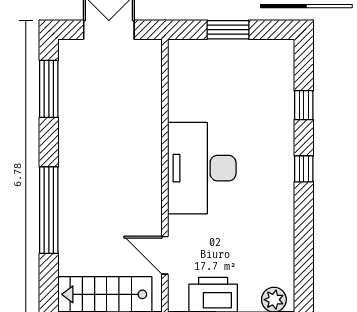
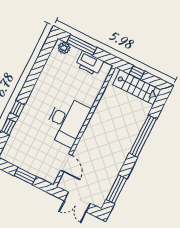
window: (304, 169) -> (17, 109), moved
door: (165, 255) -> (66, 163), moved

